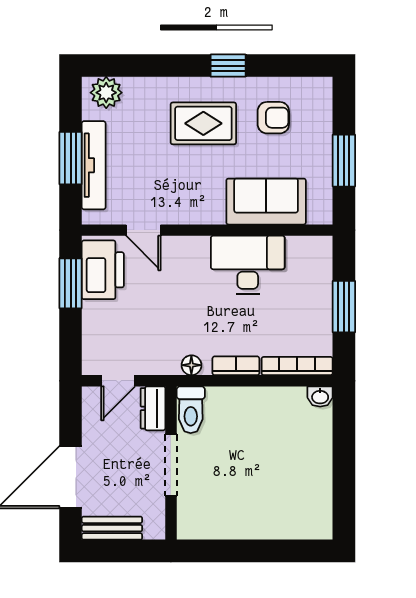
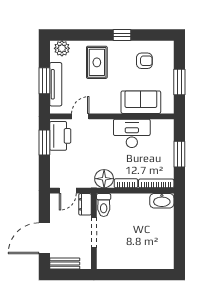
rug: (203, 123) -> (97, 62), moved, turned 90
door: (143, 230) -> (80, 116), swing flipped
floor lamp: (191, 365) -> (104, 179), width x1.89, depth x1.89
washbasin: (320, 397) -> (162, 201), width x1.91, depth x1.45

